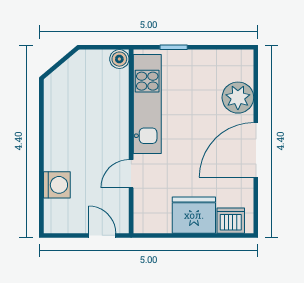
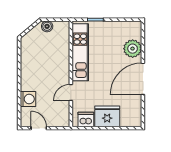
boiler: (119, 59) -> (47, 26), moved
dishwasher: (231, 221) -> (86, 120), moved
door: (102, 235) -> (39, 128), moved

